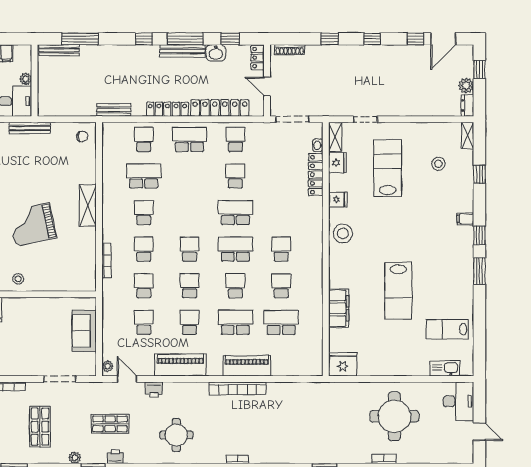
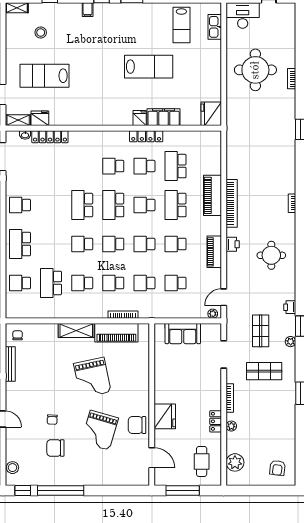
bench: (30, 128) -> (10, 364), moved
school desk: (235, 176) -> (82, 244), moved
fridge: (338, 200) -> (140, 118), moved
stool: (343, 233) -> (100, 114), removed
piano: (85, 253) -> (116, 333), added
stool: (18, 279) -> (138, 390), removed
locker: (316, 288) -> (146, 136), added
piano: (180, 365) -> (214, 252), width x0.73, depth x0.75
printer: (154, 389) -> (233, 244), moved
shop shelf: (110, 424) -> (261, 331), moved

